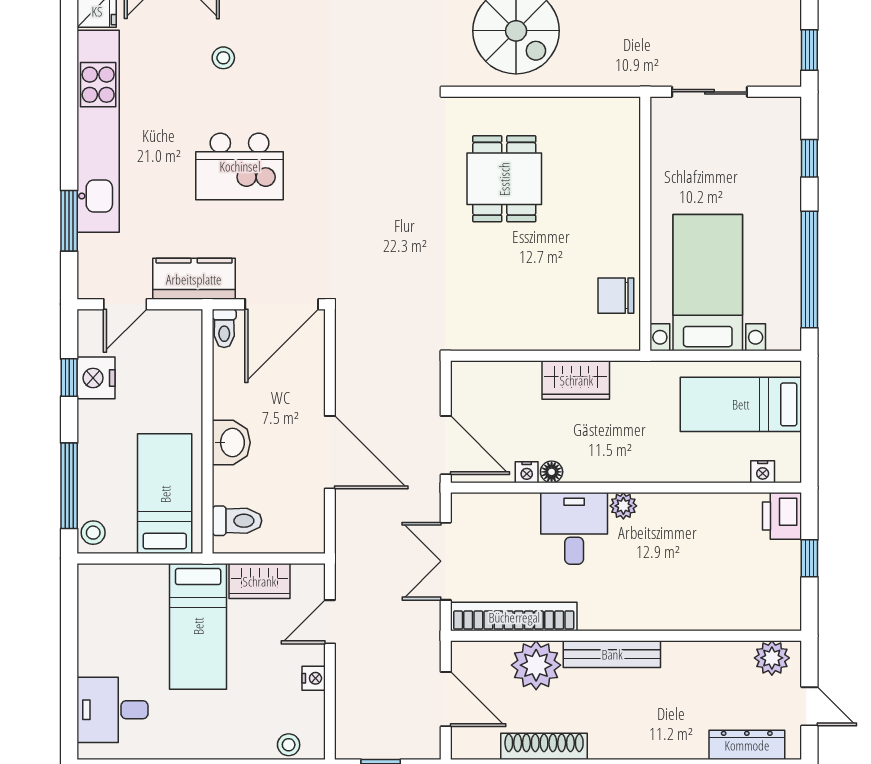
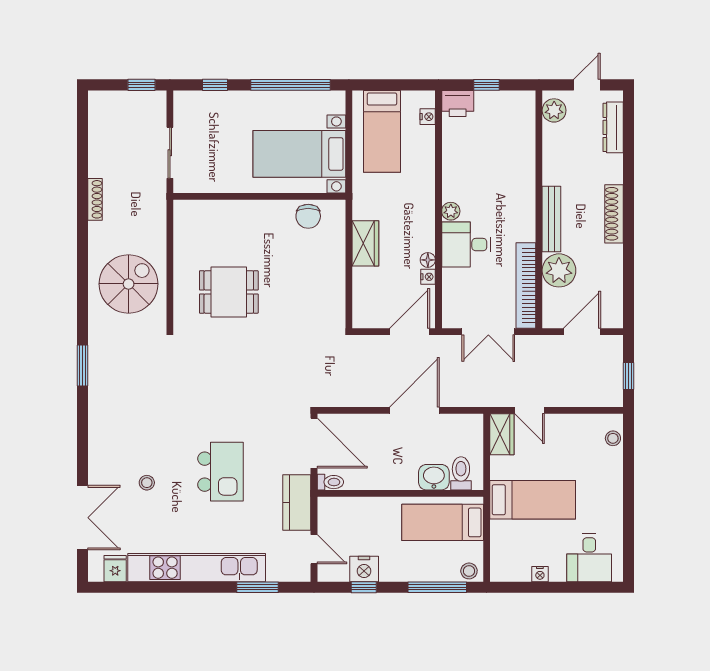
washbasin: (231, 443) -> (434, 477), moved
wardrobe: (259, 581) -> (502, 434), moved
nightstand: (314, 678) -> (540, 574), moved, turned 180
shoe rack: (544, 746) -> (614, 214), moved

